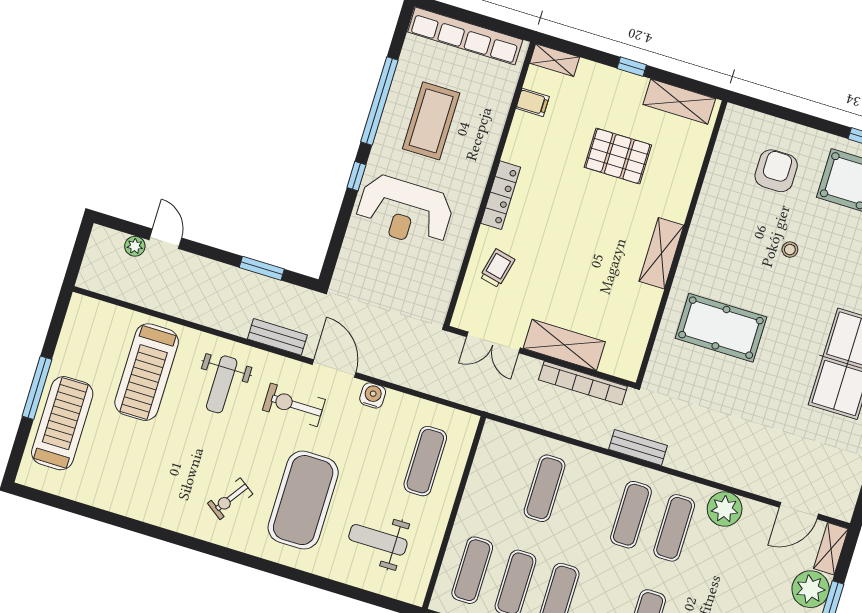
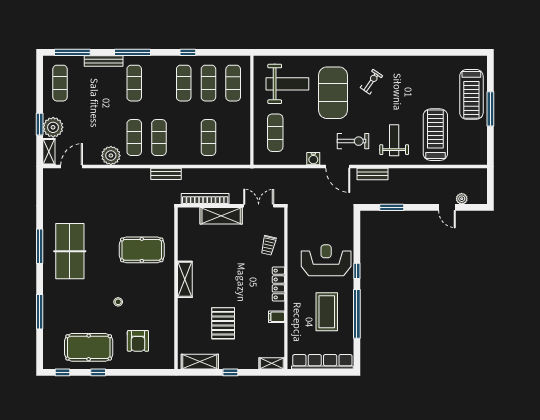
filing cabinet: (533, 102) -> (277, 317), moved
pallet: (618, 156) -> (223, 323), turned 90
weight bench: (378, 540) -> (287, 84), width x1.36, depth x1.33

